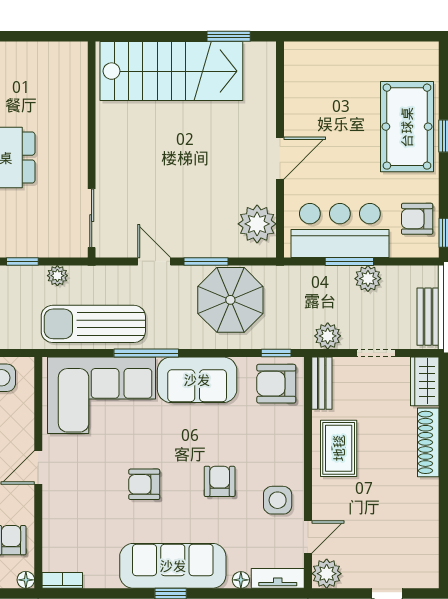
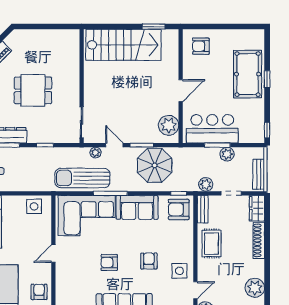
armchair: (417, 219) -> (201, 46), moved
plant: (57, 276) -> (96, 153), moved
plant: (421, 532) -> (255, 288), added

